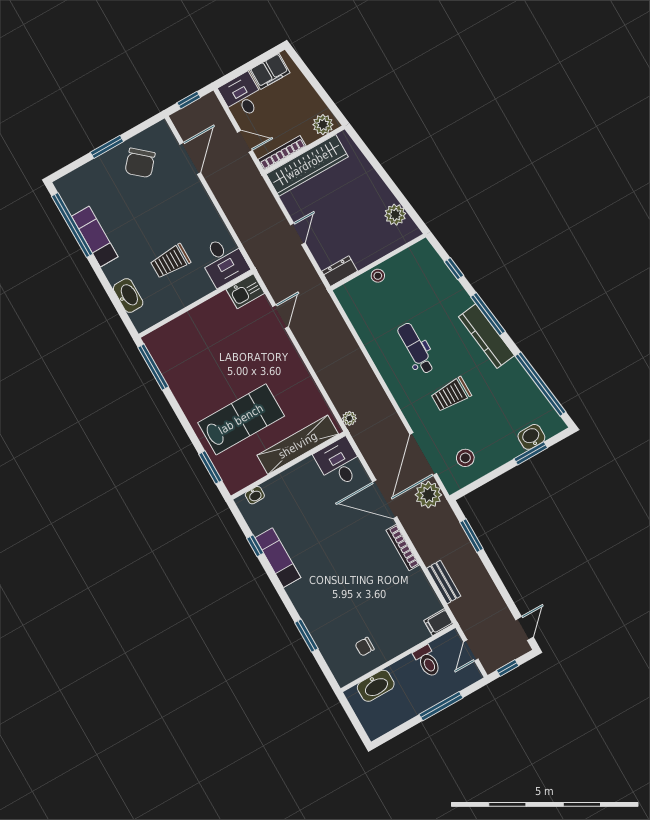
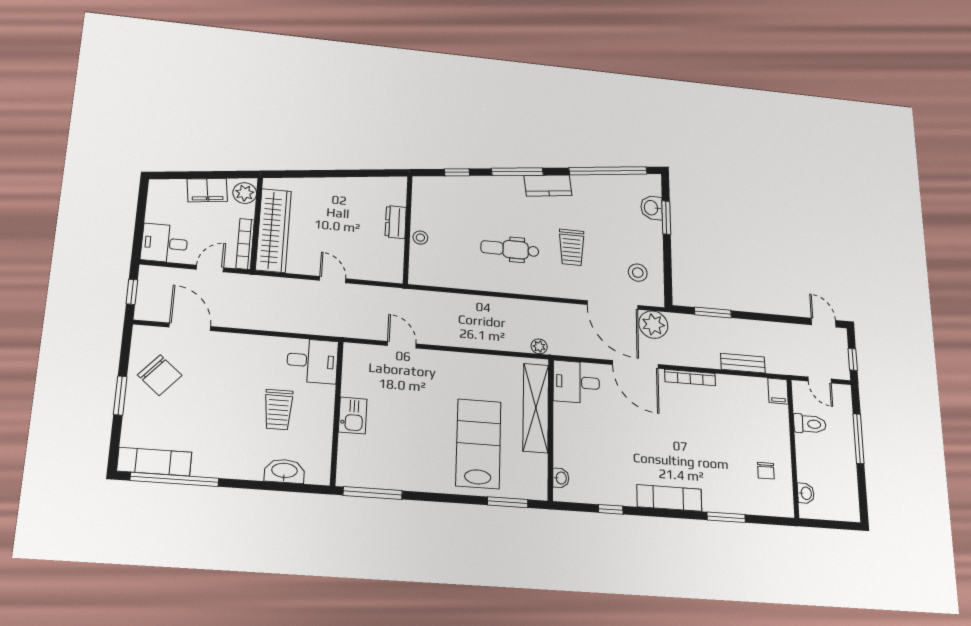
filing cabinet: (270, 71) -> (207, 190), moved, turned 83
plant: (395, 215) -> (373, 188), removed
exam couch: (95, 236) -> (154, 462), moved
dresser: (340, 271) -> (396, 222), moved
kitchen sink: (245, 291) -> (353, 415), moved
kitchen counter: (486, 336) -> (548, 185), width x0.67
door: (385, 499) -> (635, 364), hinge flipped
exam couch: (278, 558) -> (669, 498), moved
washbasin: (376, 686) -> (806, 493), width x0.52, depth x0.69

